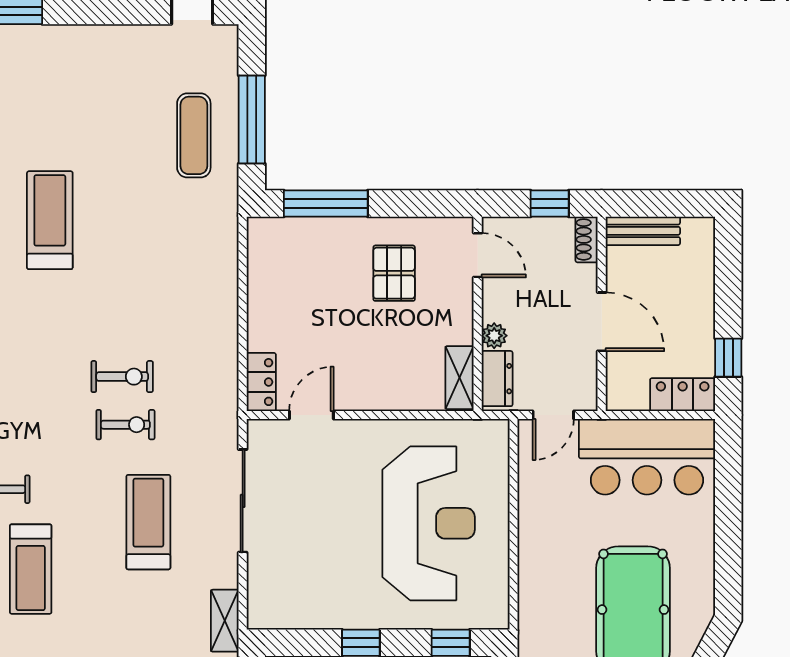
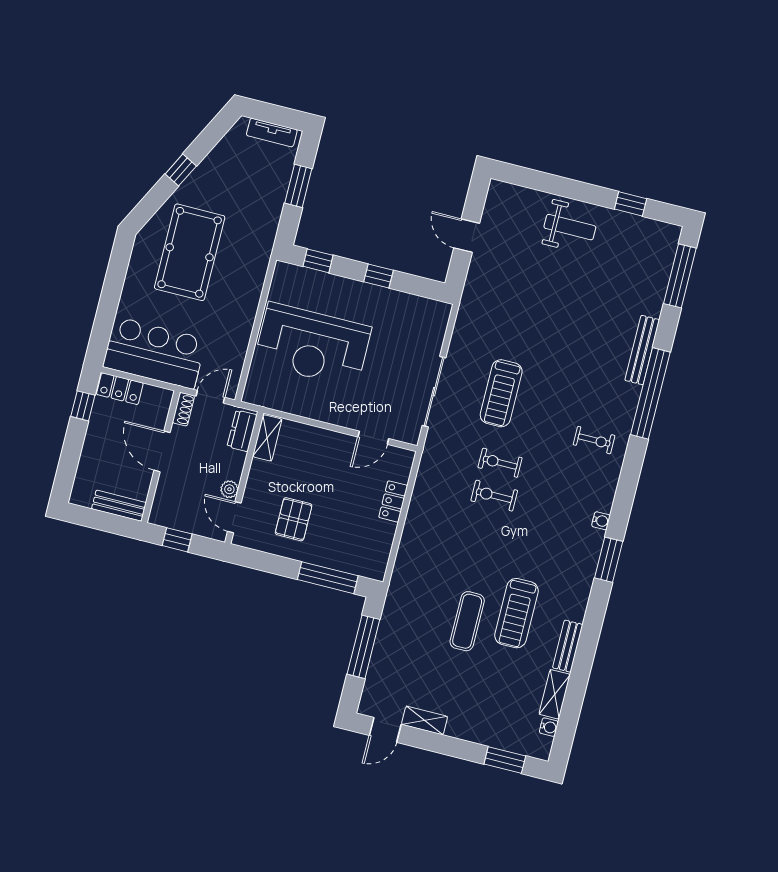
exercise mat: (194, 135) -> (467, 621), moved
shoe rack: (587, 239) -> (183, 409), moved
plant: (494, 336) -> (229, 489), moved
locker: (261, 382) -> (393, 501), moved
reception desk: (429, 523) -> (313, 345), turned -90
treadmill: (31, 569) -> (588, 381), removed
shelving: (225, 621) -> (425, 720), moved, turned 90

